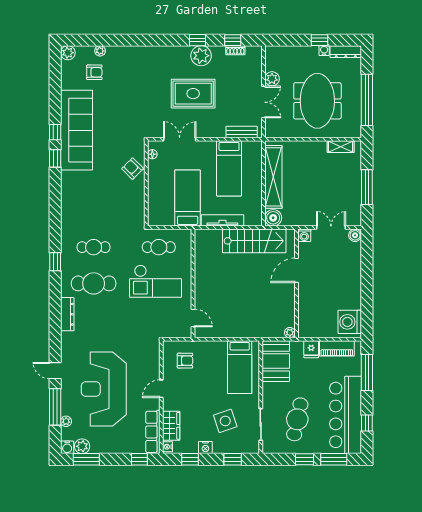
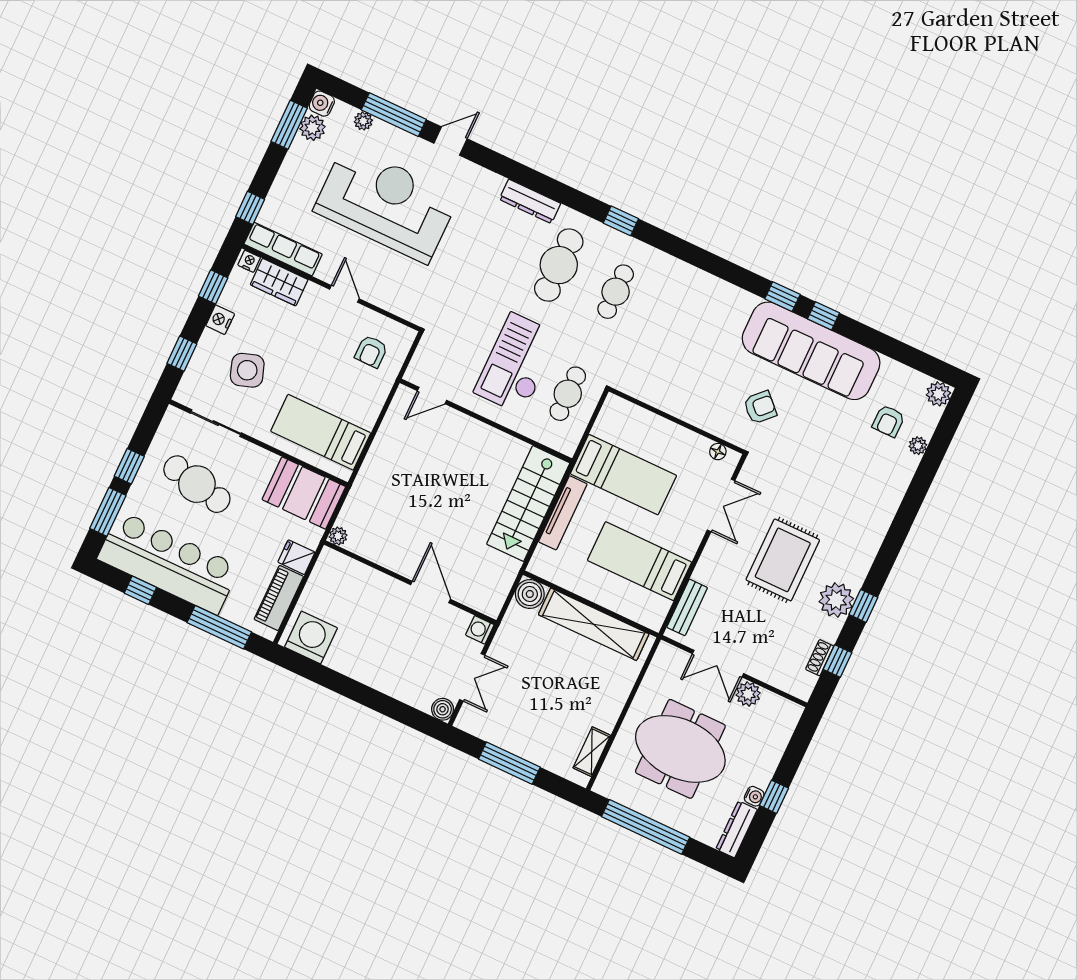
armchair: (133, 169) -> (760, 407), moved
stairs: (254, 241) -> (528, 503), moved

